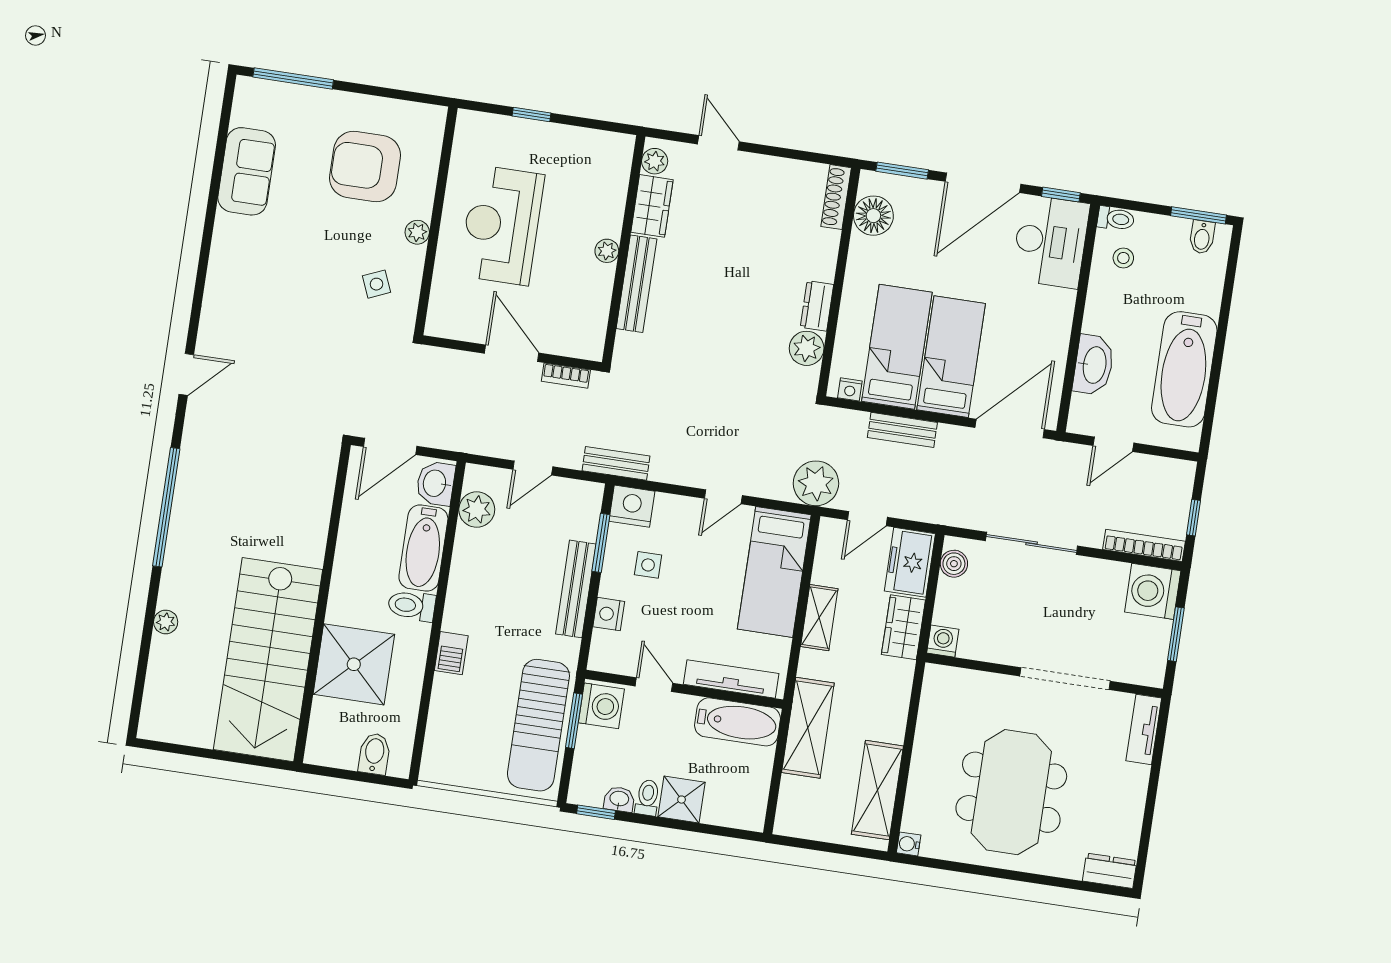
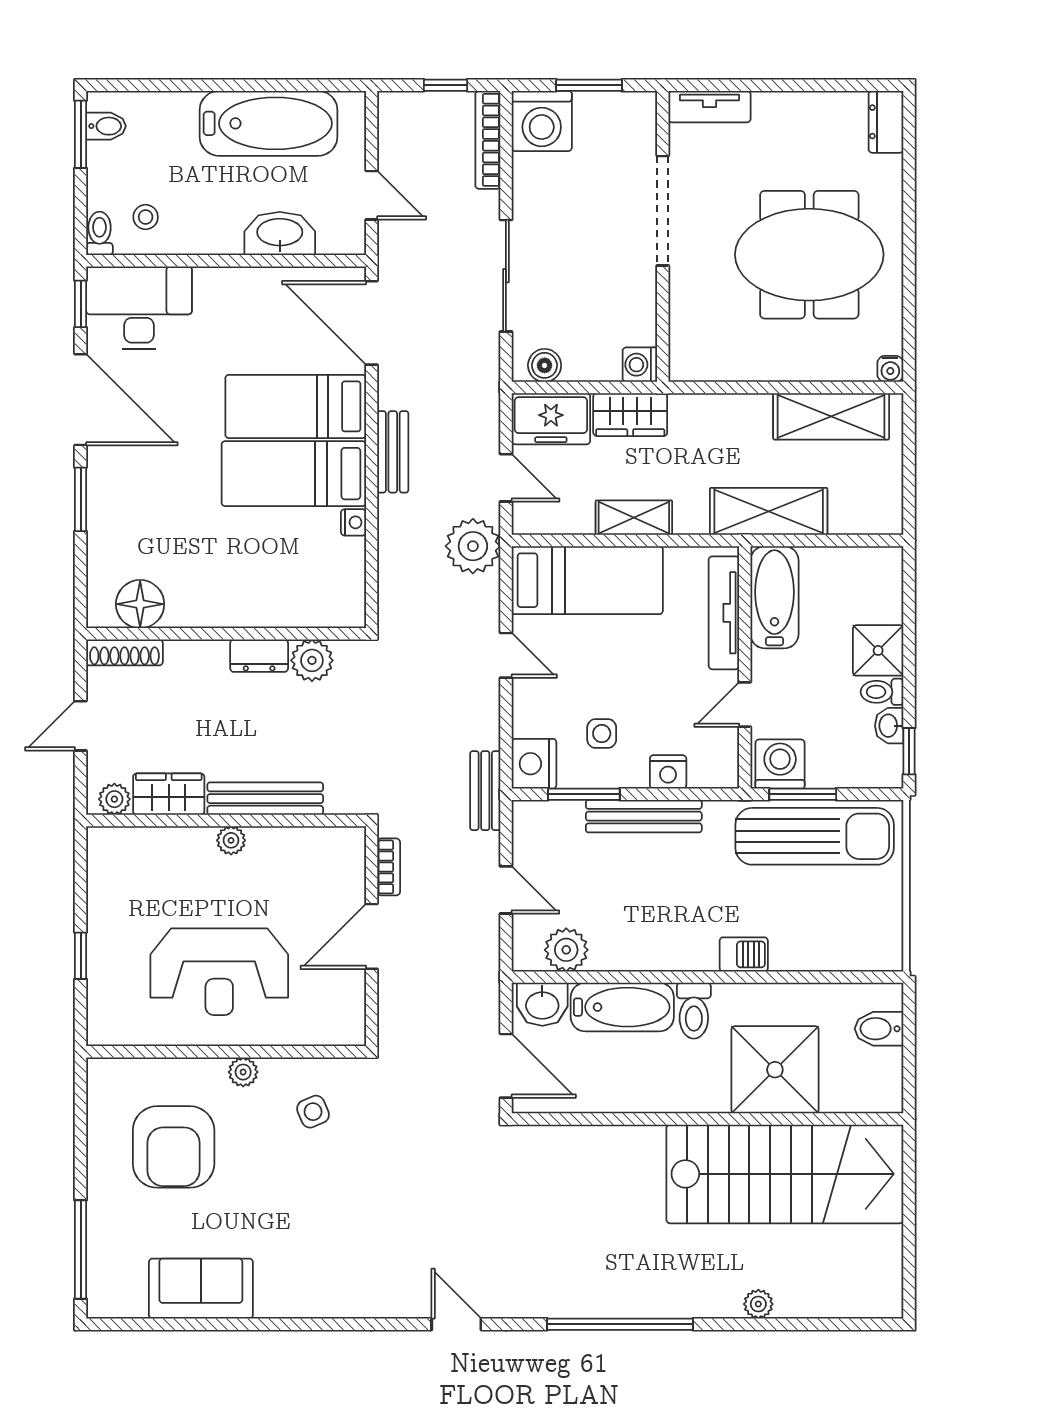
shoe rack: (836, 197) -> (124, 652), moved
floor lamp: (873, 216) -> (140, 604), moved
wall: (839, 282) -> (226, 634), moved
dresser: (817, 306) -> (259, 656), moved
plant: (807, 348) -> (312, 660), moved

